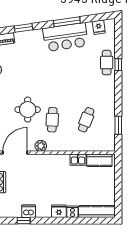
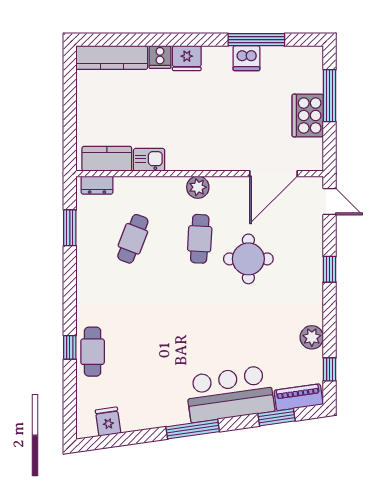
window: (67, 22) -> (193, 429), moved
window: (23, 28) -> (276, 417), moved
bar counter: (66, 37) -> (230, 394), moved
plant: (41, 146) -> (198, 187), moved
dresser: (104, 147) -> (97, 185), added
window: (24, 221) -> (256, 40), width x2.17

